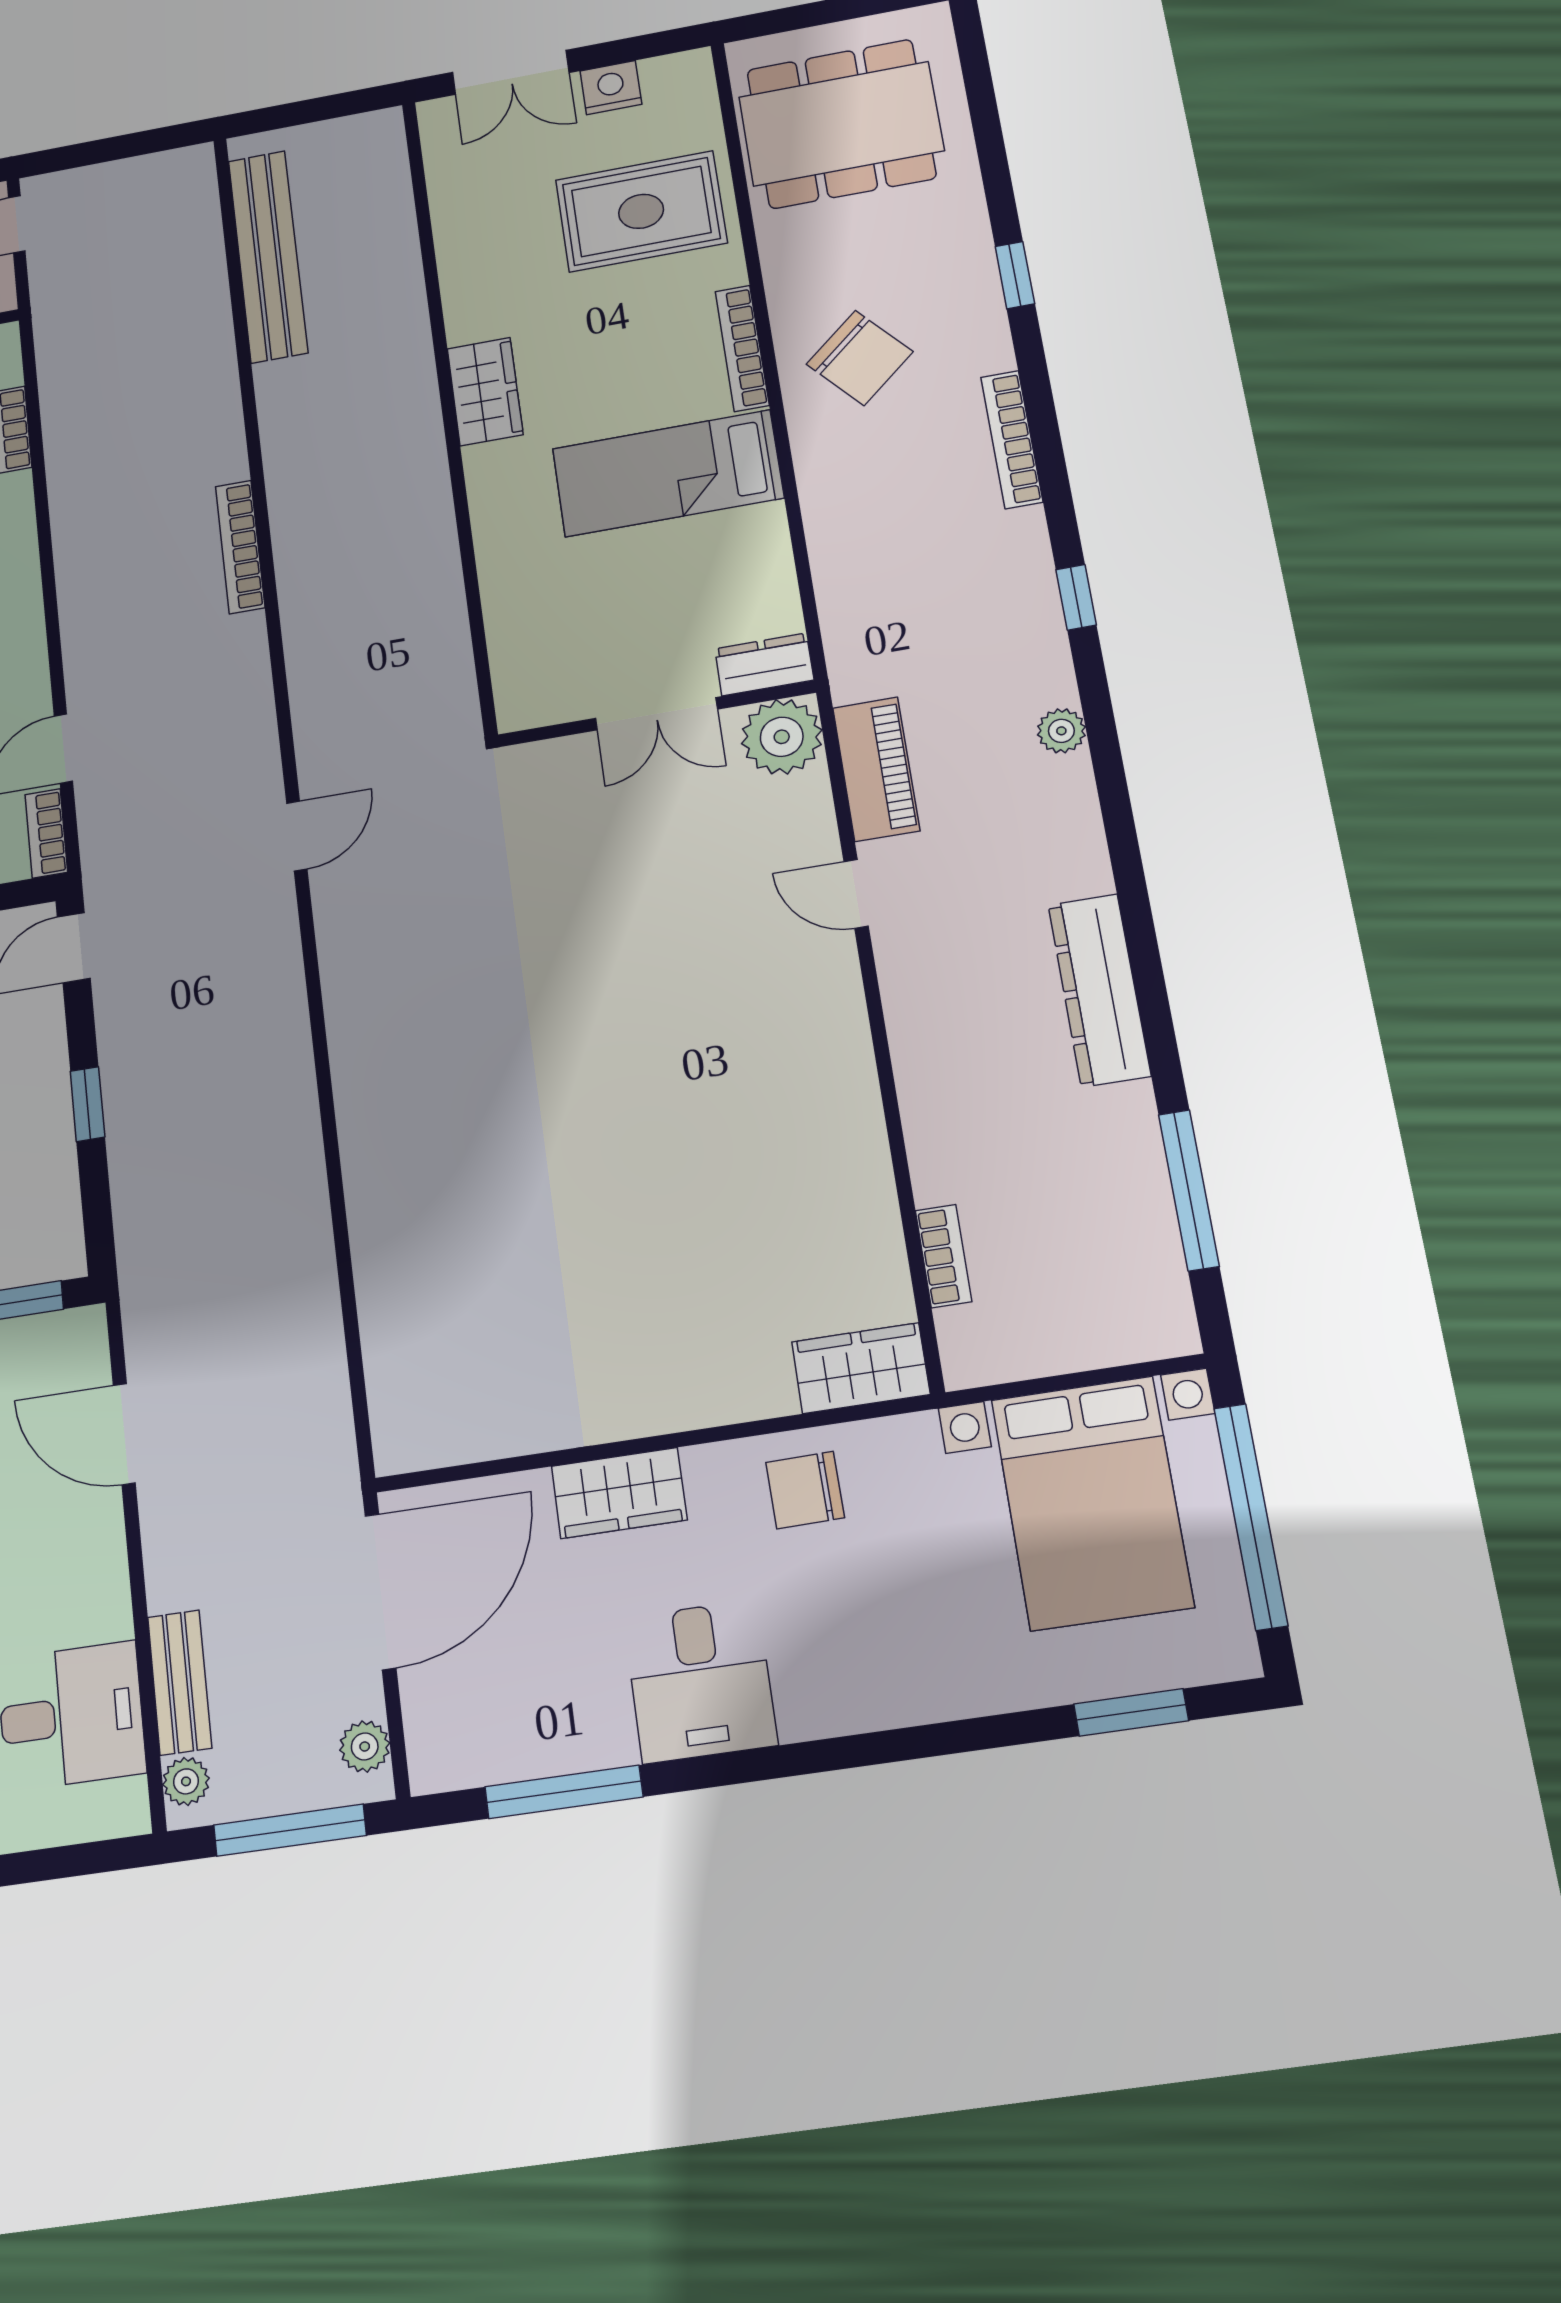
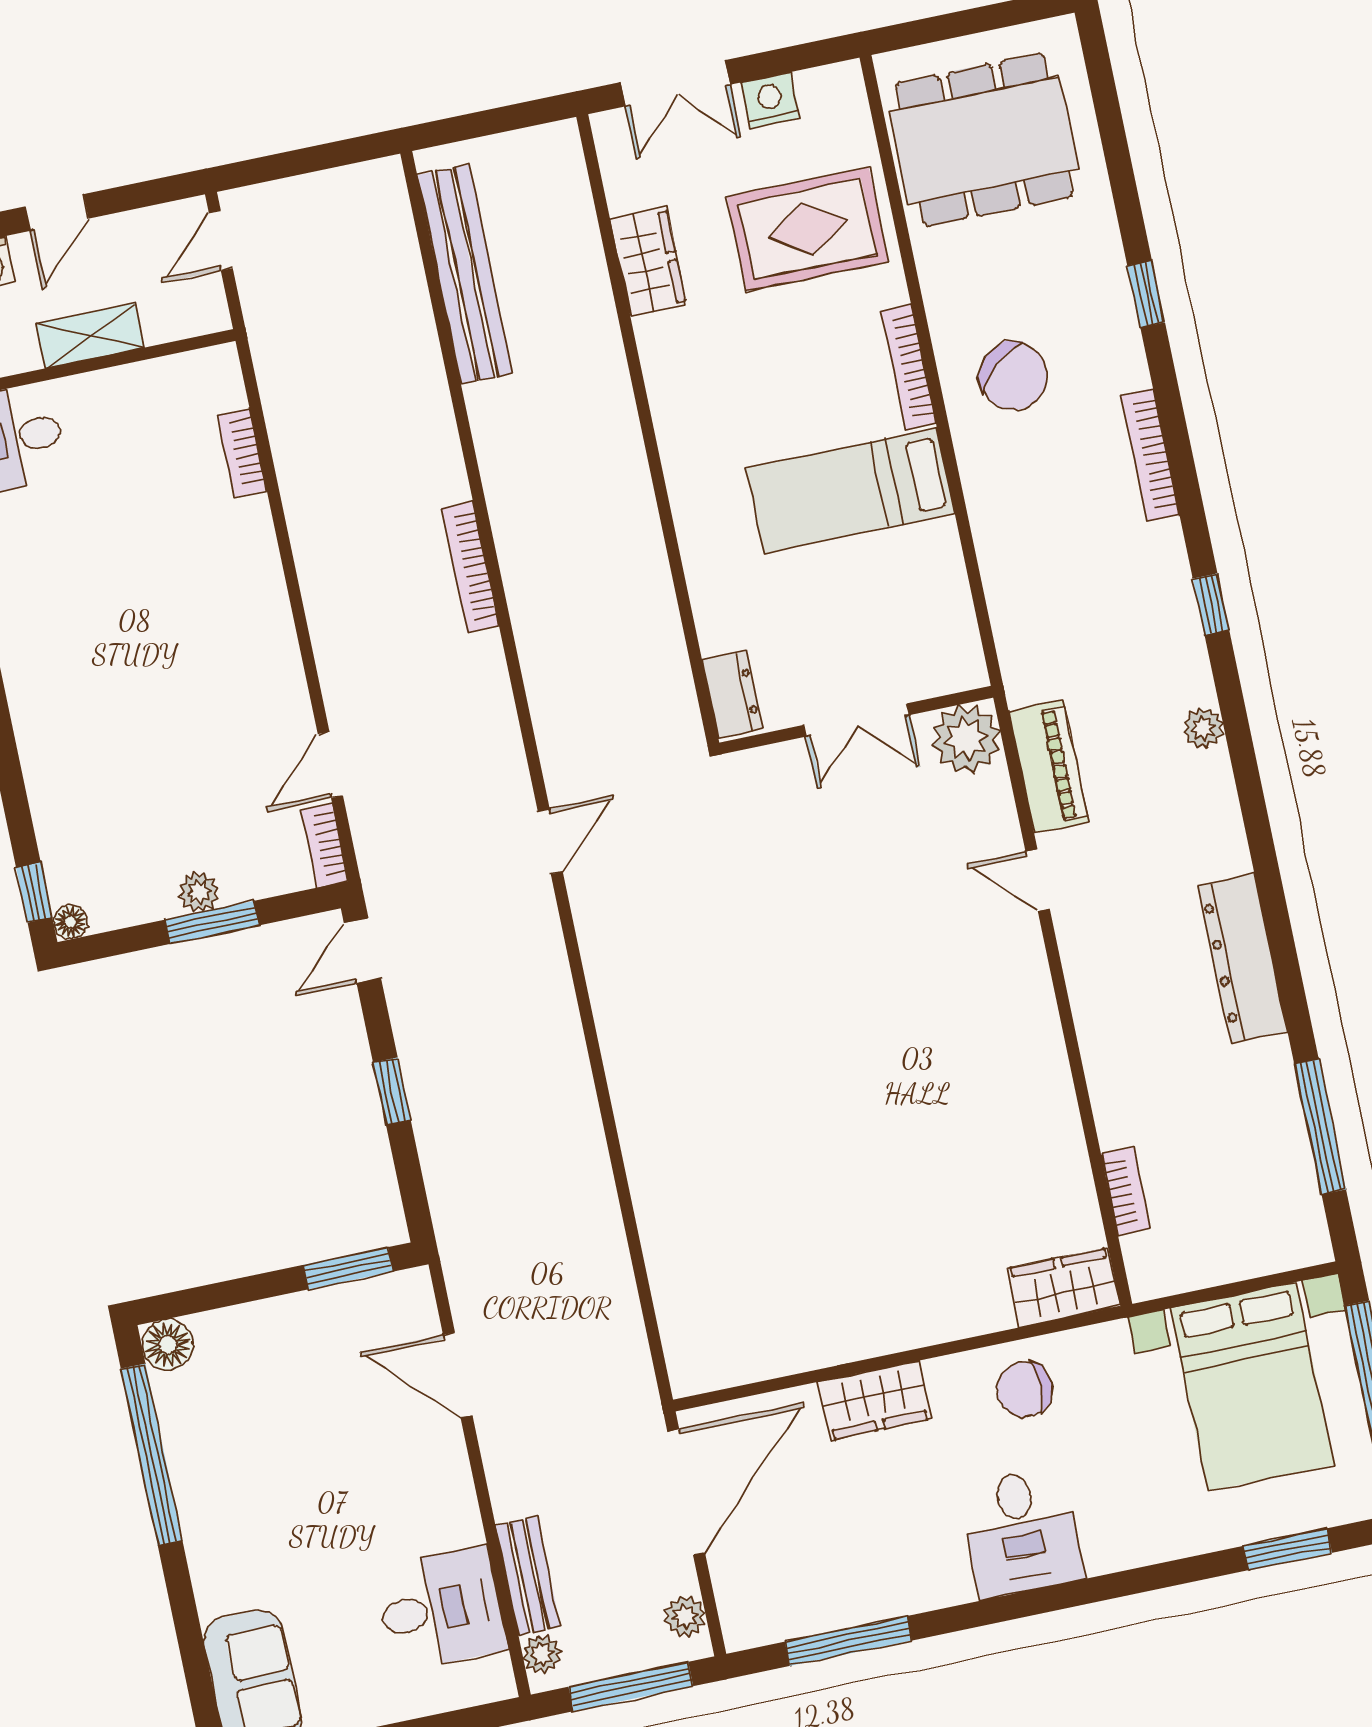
wardrobe: (485, 392) -> (648, 262), moved
dresser: (764, 664) -> (732, 695), moved, turned 90
desk: (700, 1681) -> (1021, 1532), moved

